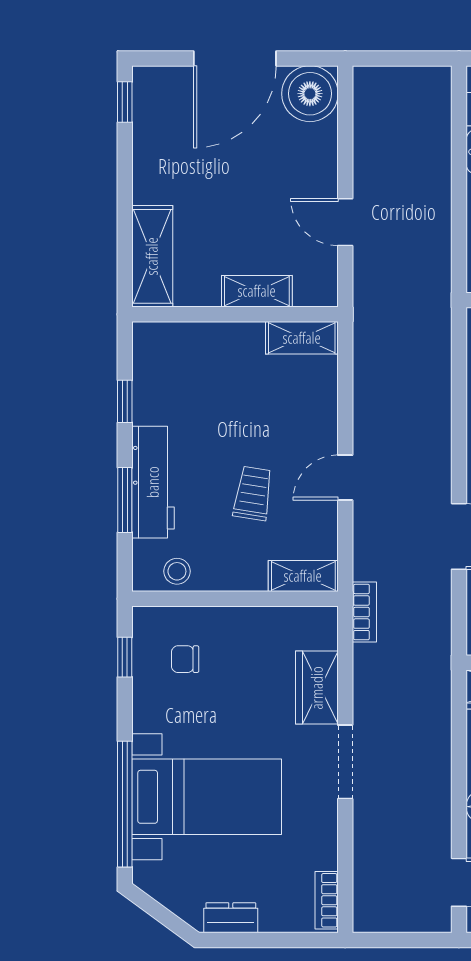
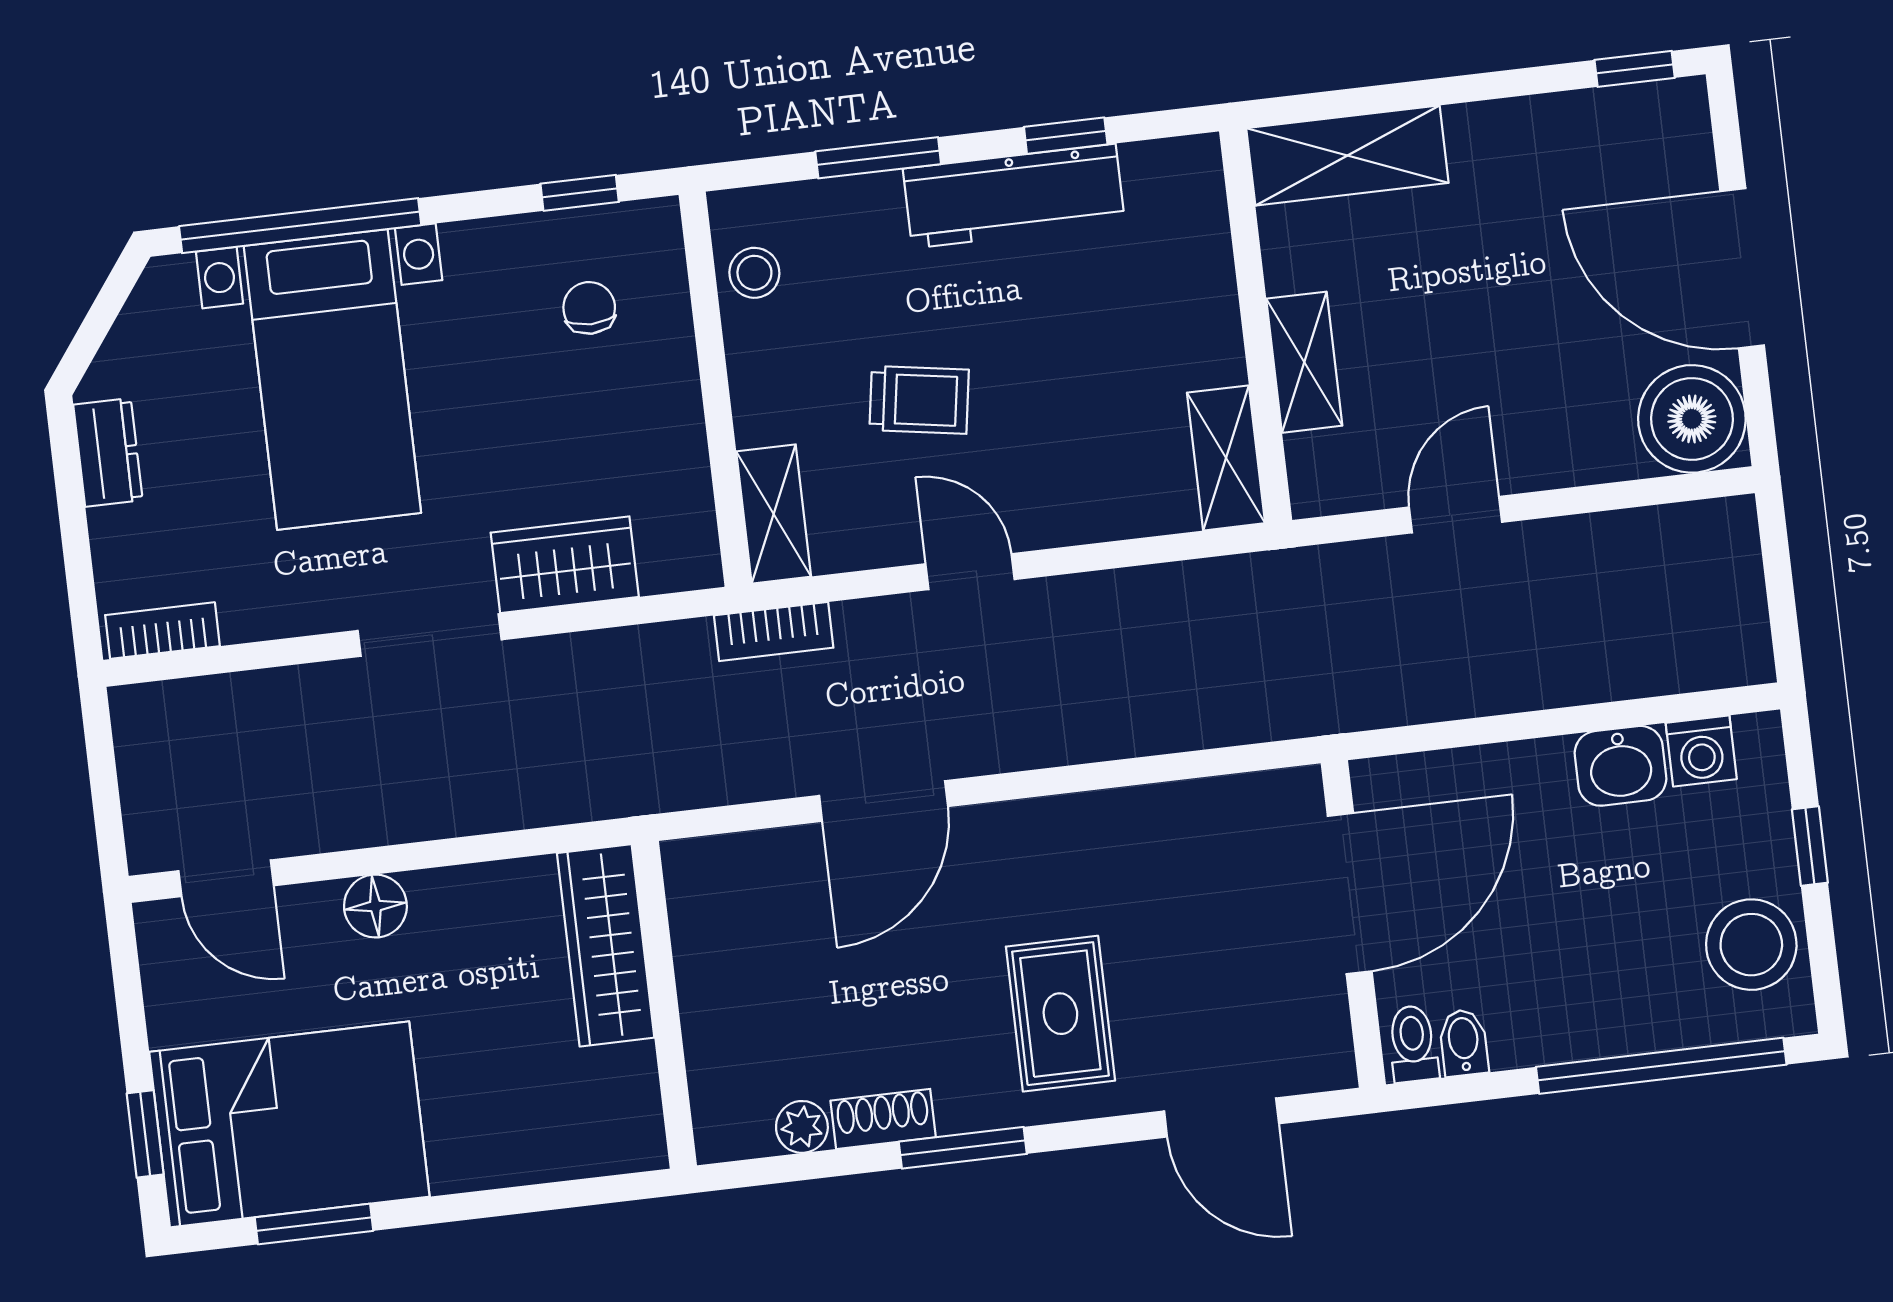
workbench: (153, 482) -> (1014, 196), moved
bookcase: (364, 612) -> (774, 632), moved

